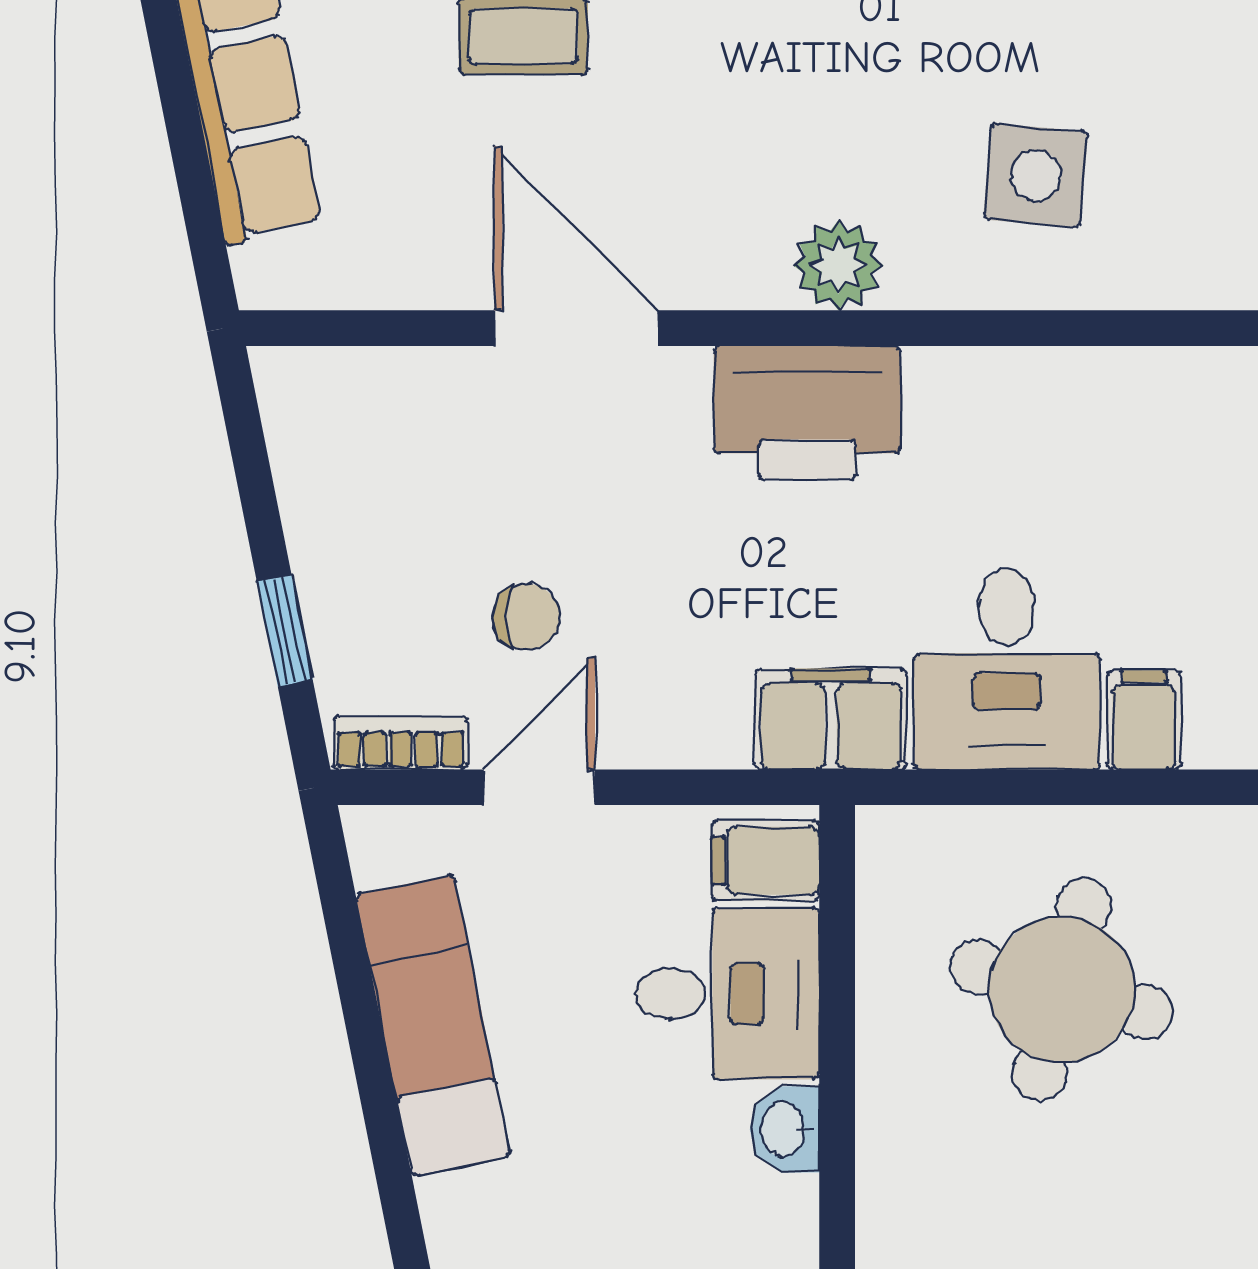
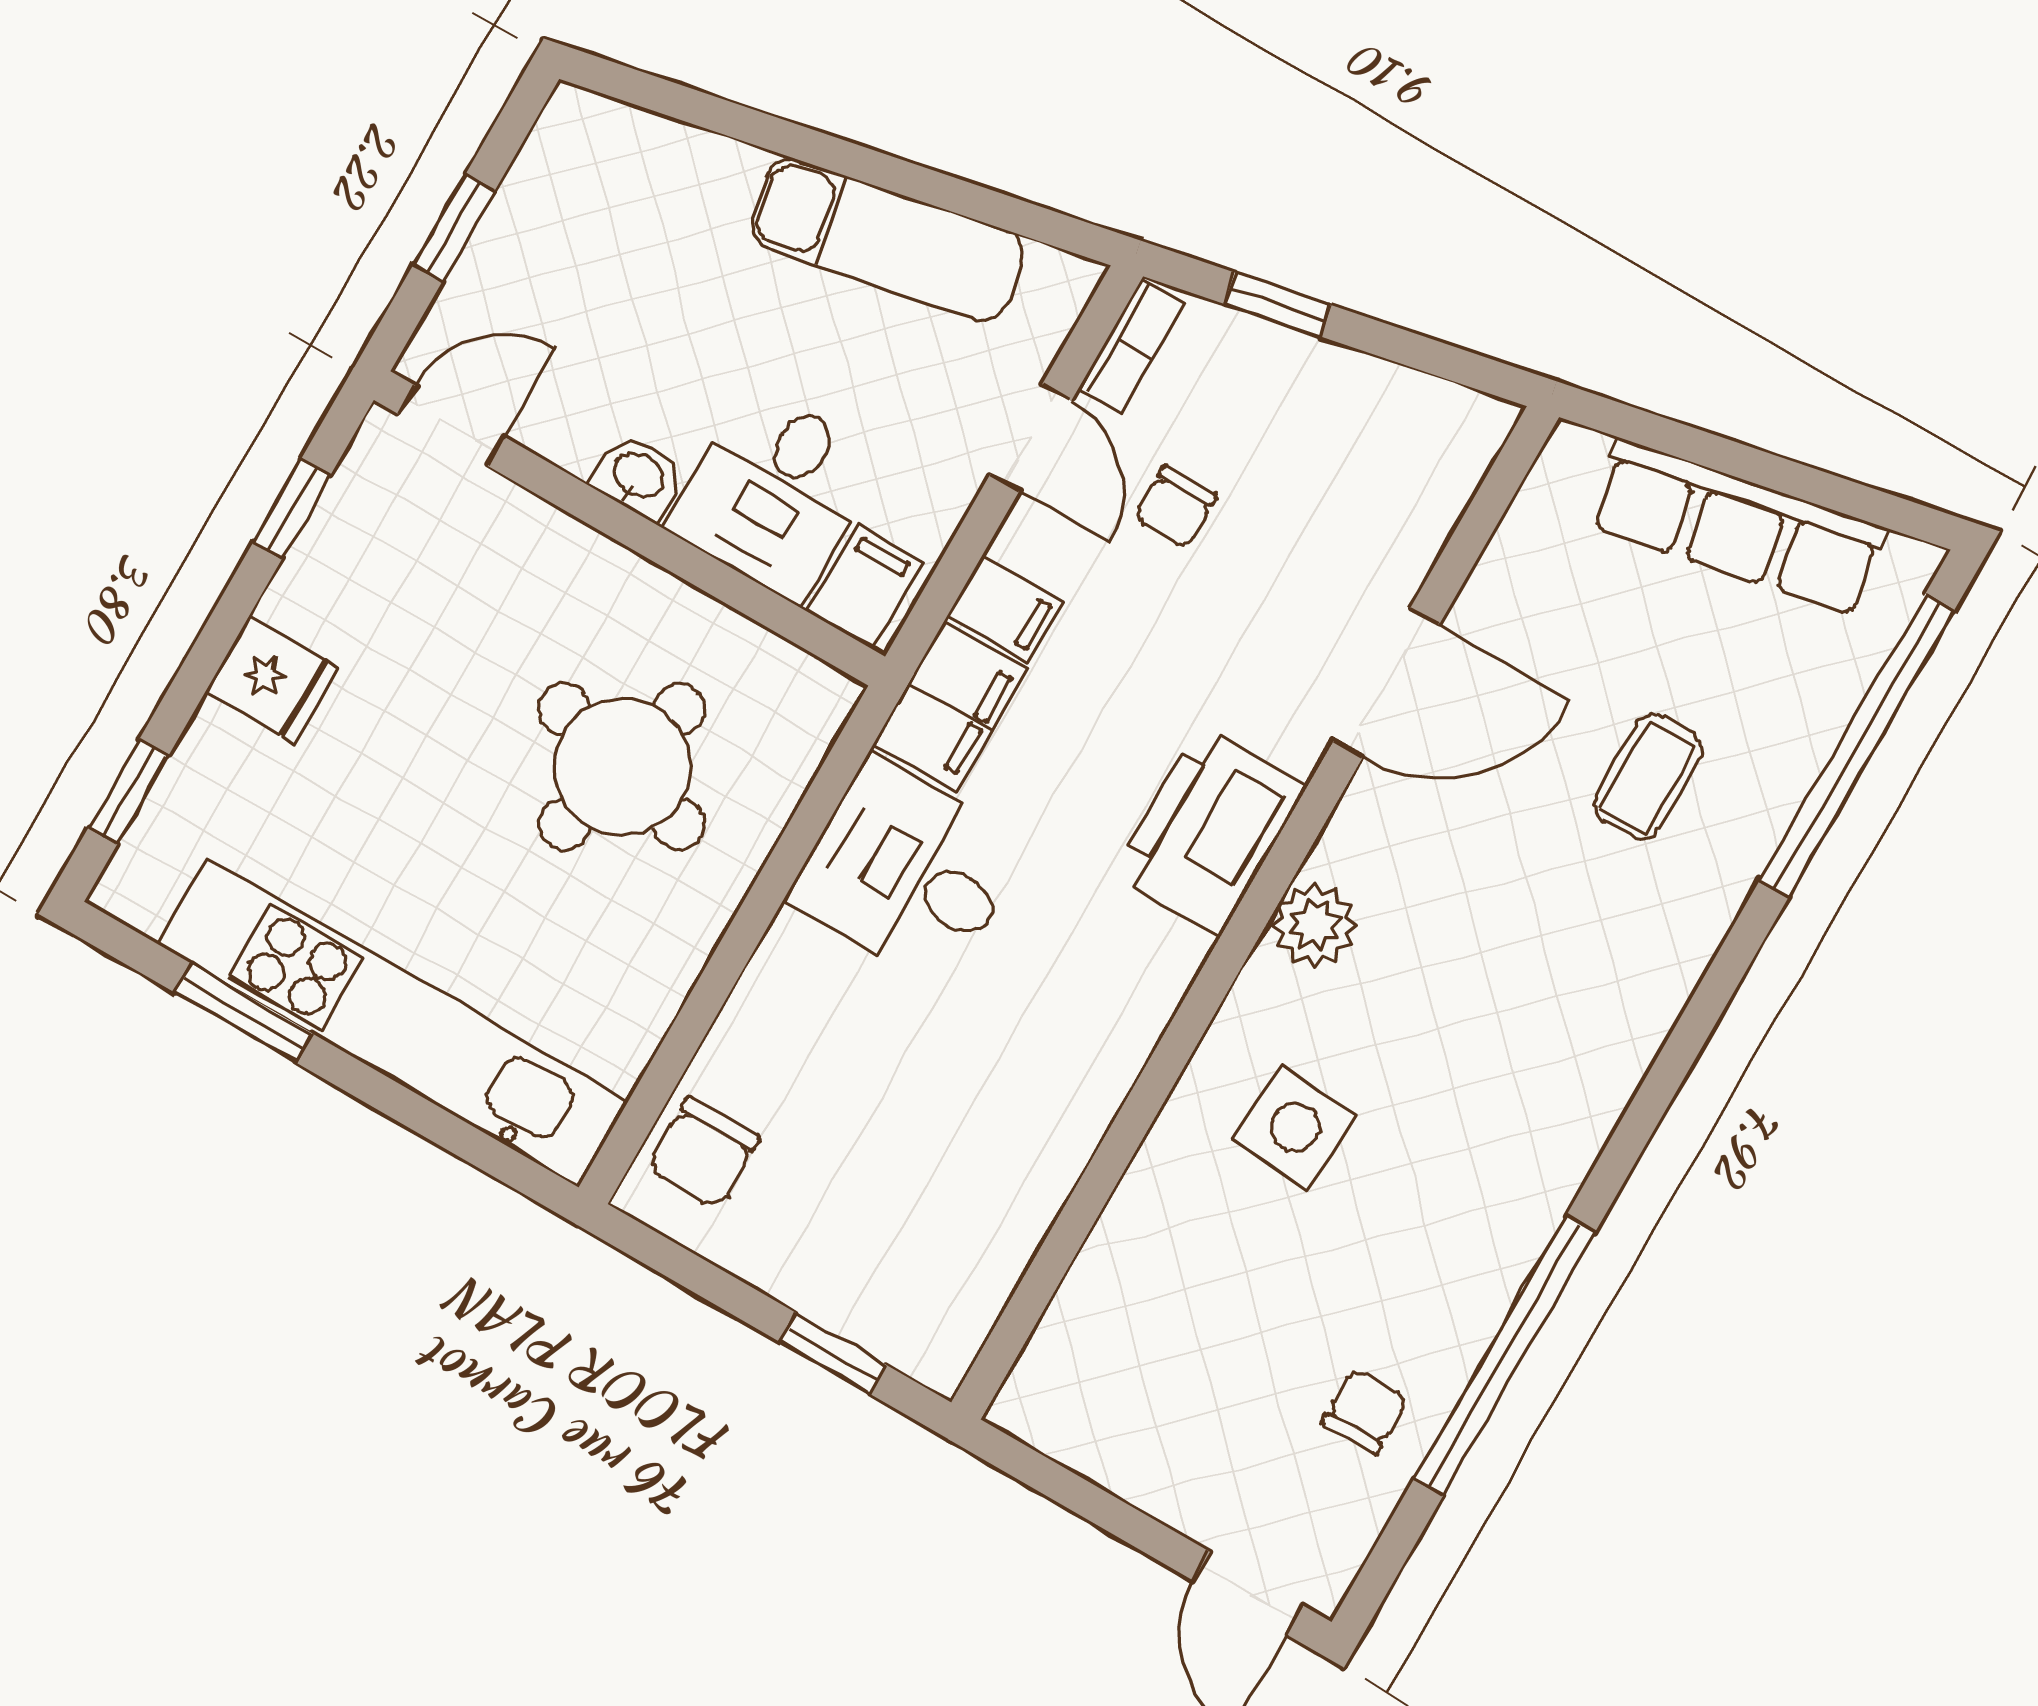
filing cabinet: (1144, 720) -> (1005, 608), moved

